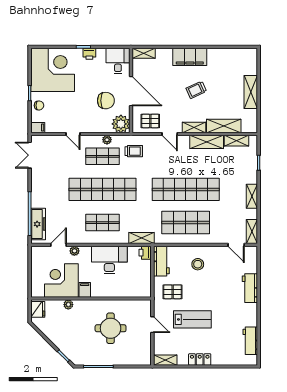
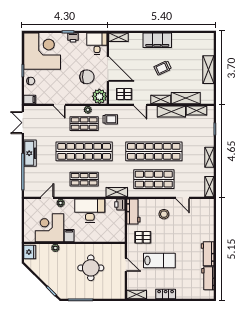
freezer: (38, 224) -> (30, 153), moved
door: (236, 245) -> (183, 198), moved
workbench: (250, 288) -> (208, 254), moved

